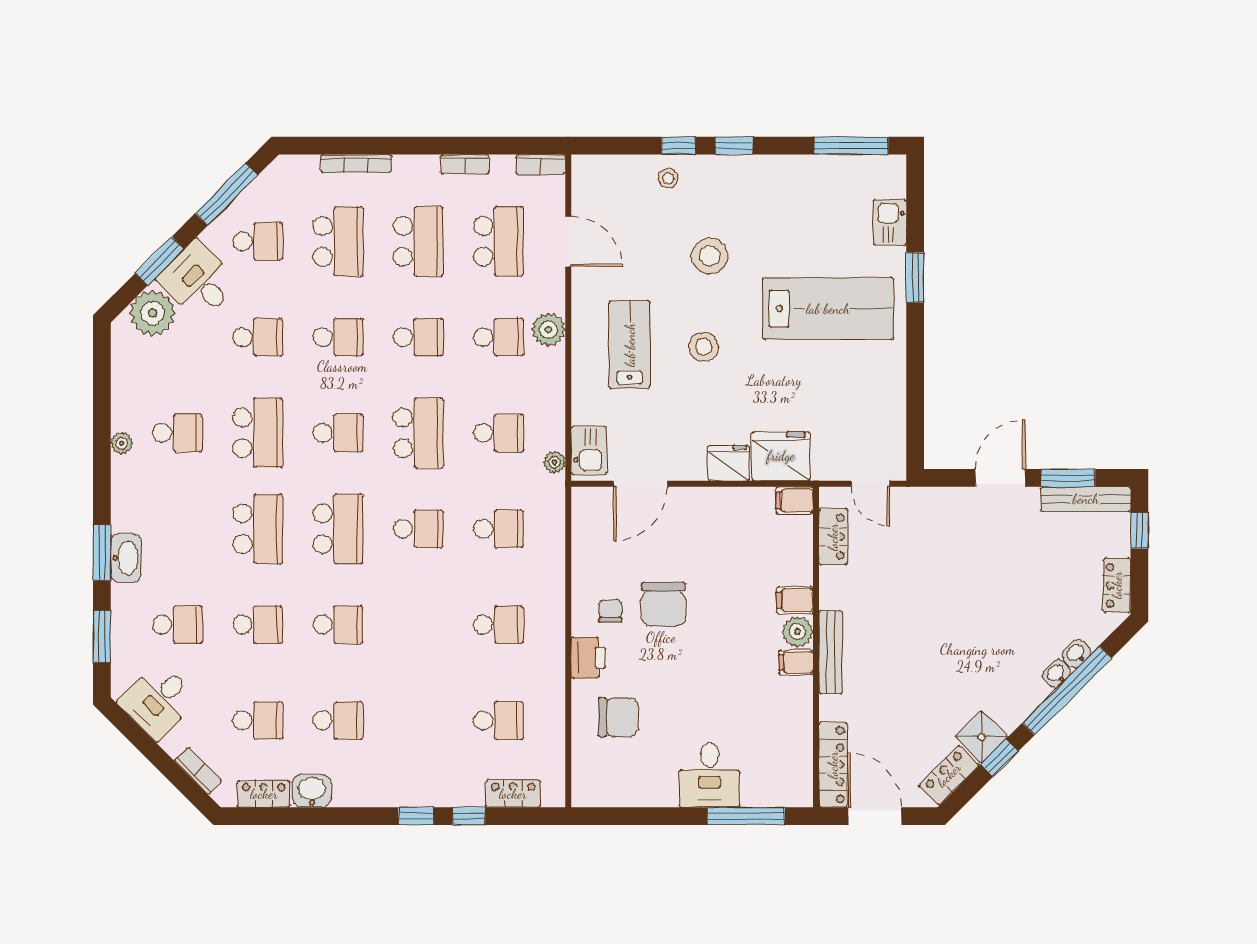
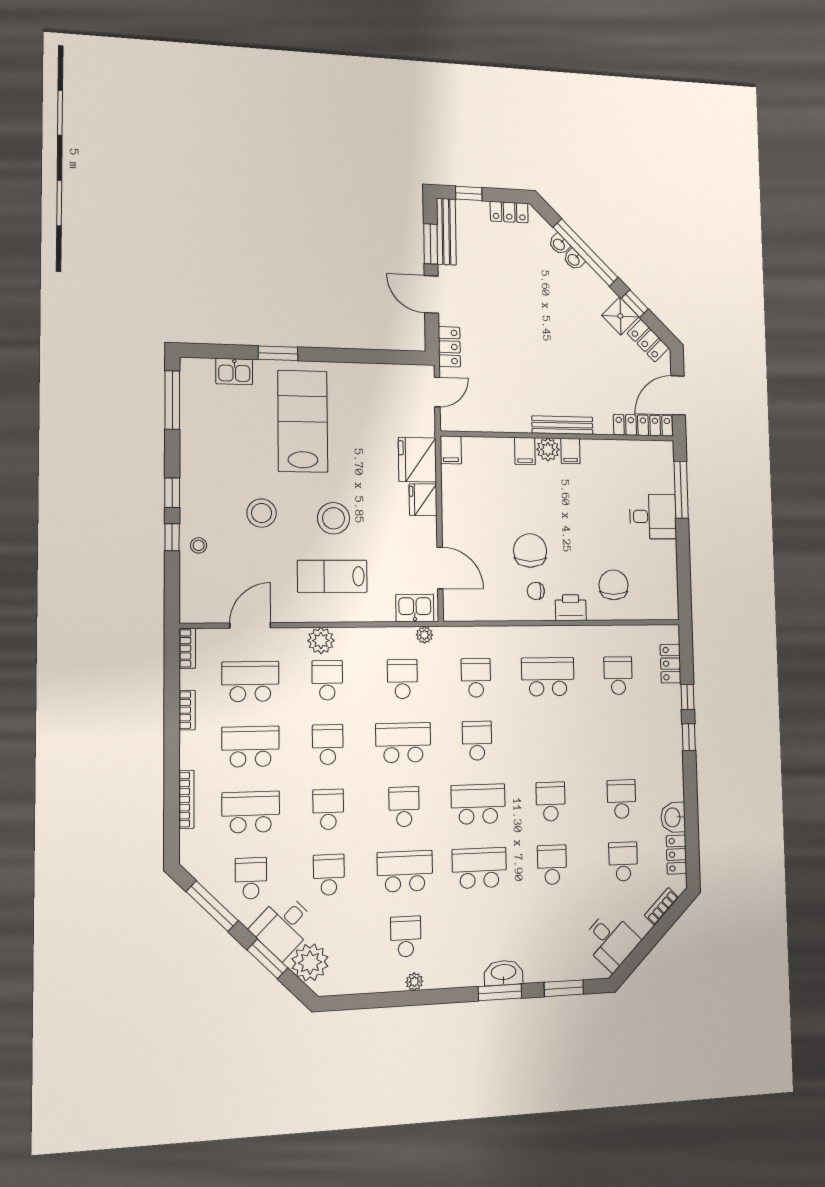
stool: (704, 347) -> (333, 518), width x1.38, depth x1.38
locker: (833, 537) -> (449, 347), moved, turned 90
chair: (663, 604) -> (530, 550), turned -90
school desk: (177, 625) -> (553, 928), removed
school desk: (499, 625) -> (548, 677), width x1.85

